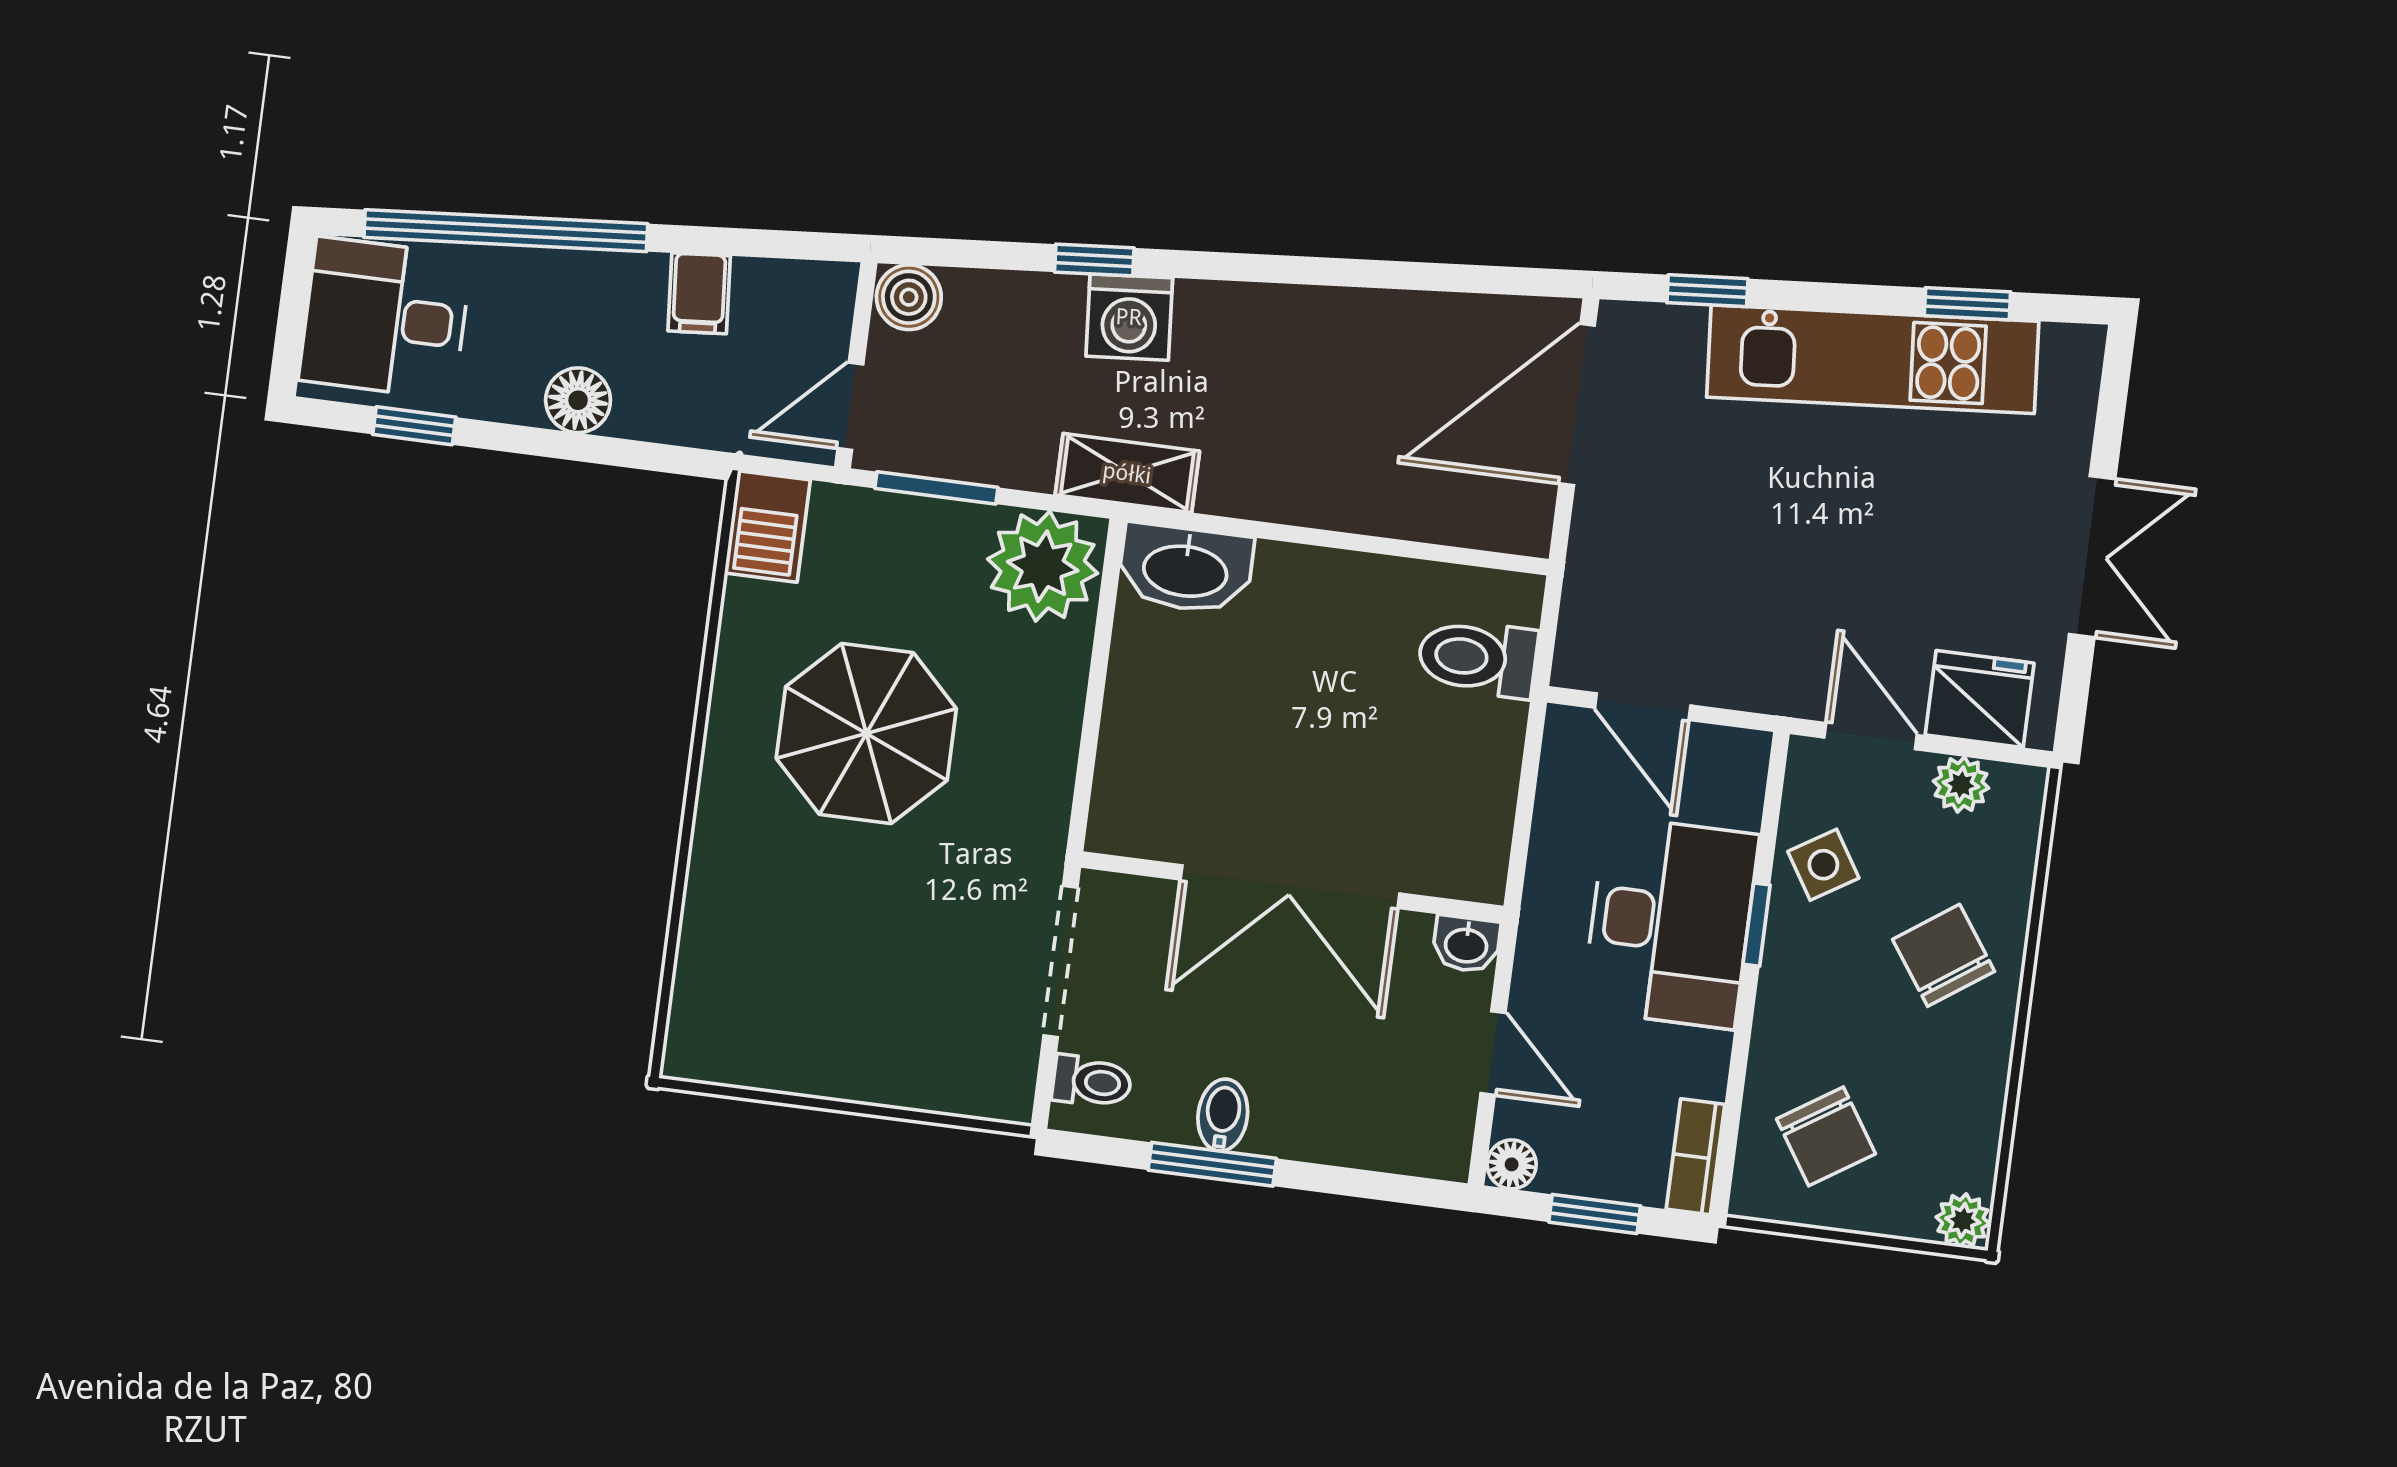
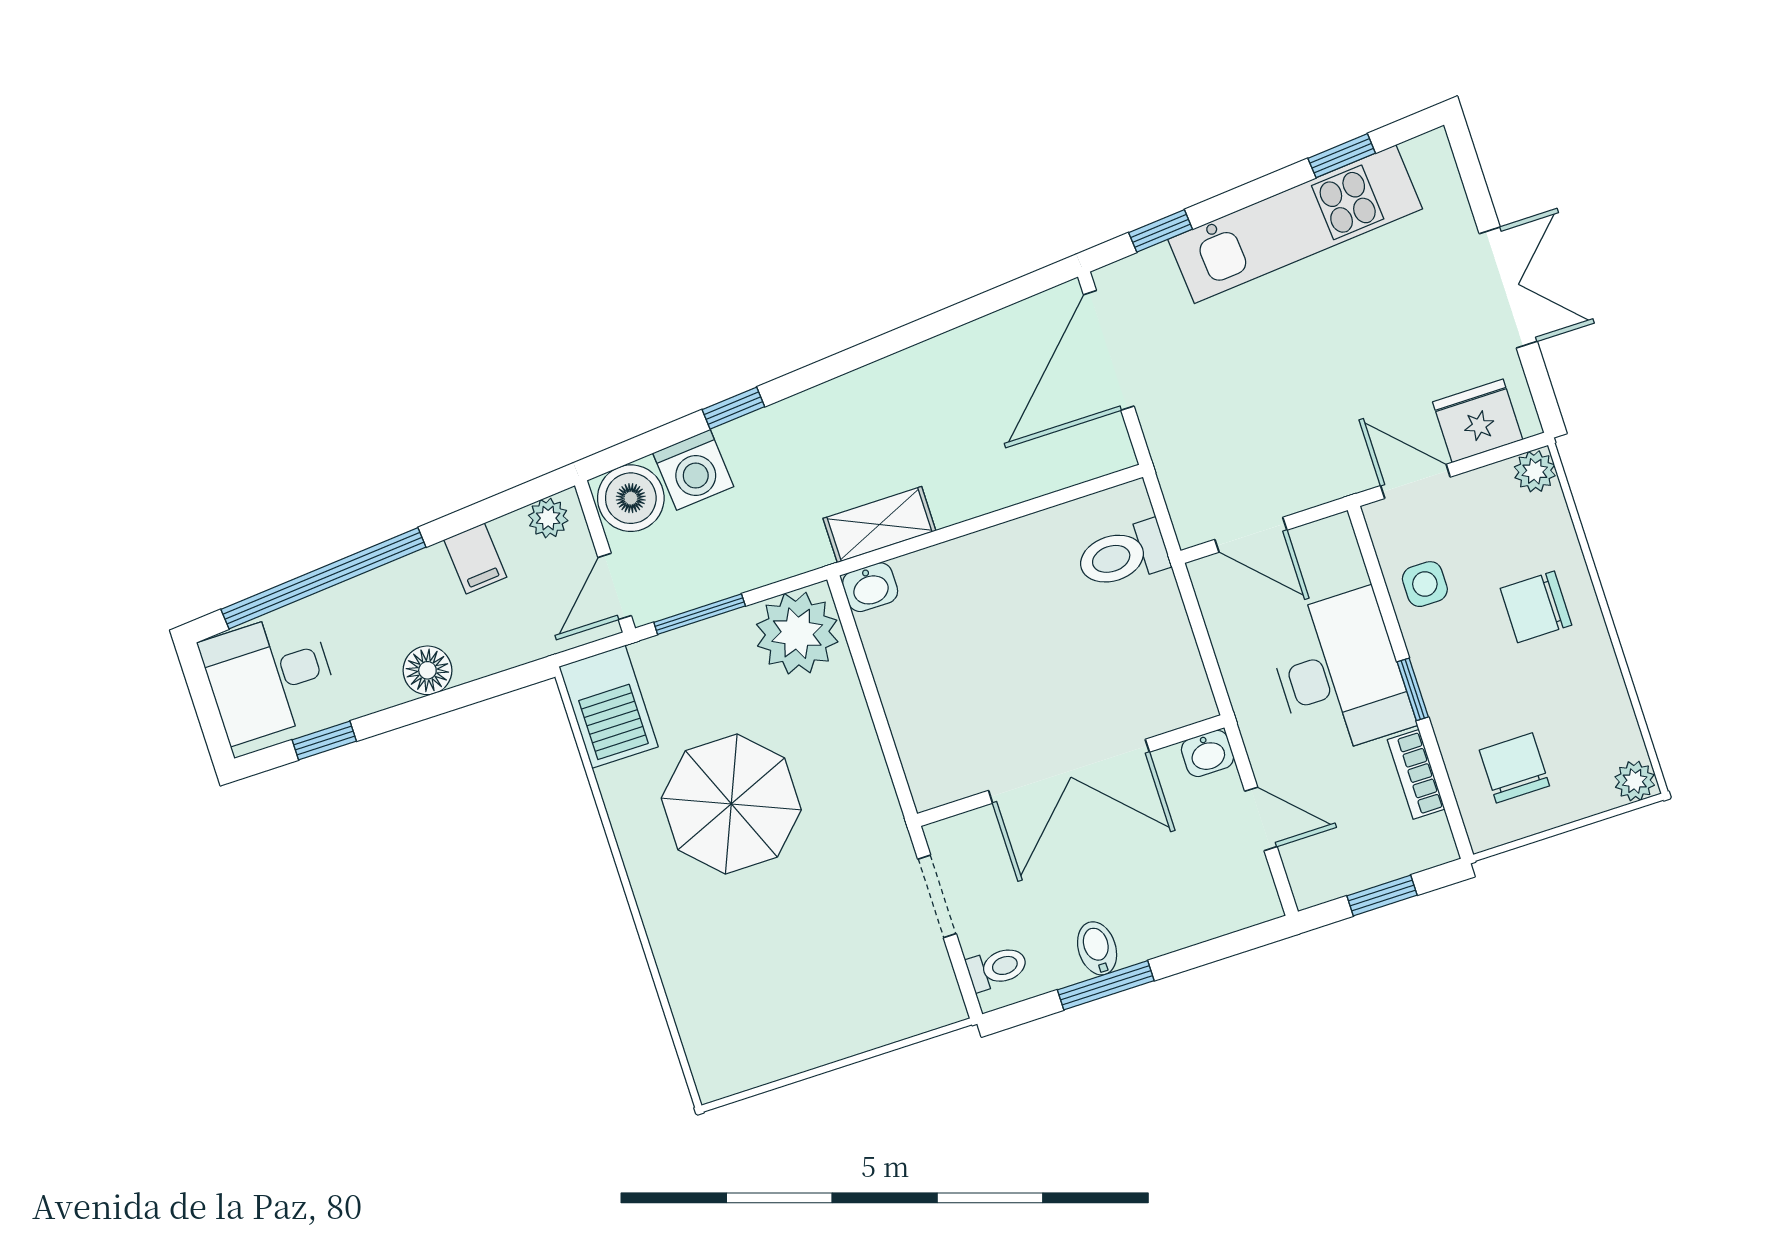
plant: (809, 286) -> (548, 518), added
boiler: (909, 297) -> (631, 498), width x1.36, depth x1.36
washing machine: (1129, 317) -> (693, 470), moved
shelving: (1127, 473) -> (879, 525), moved
barbecue: (767, 526) -> (608, 707), width x1.38, depth x1.27
washbasin: (1186, 569) -> (870, 587), width x0.52, depth x0.69
plant: (1961, 785) -> (1535, 471), moved
side table: (1823, 865) -> (1425, 584), turned 32
window: (1757, 925) -> (1413, 689), moved
chair: (1944, 955) -> (1536, 607), turned -55
doorway: (1060, 962) -> (937, 896), width x0.73
chair: (1826, 1136) -> (1514, 768), turned -147
bookcase: (1696, 1157) -> (1416, 774), moved
floor lamp: (1512, 1164) -> (1310, 889), removed

